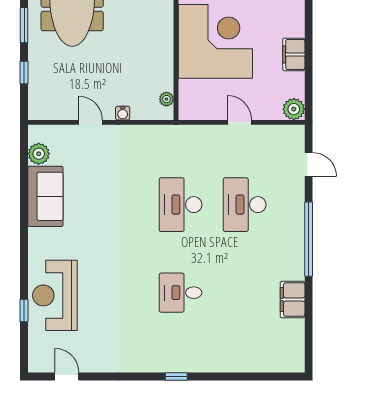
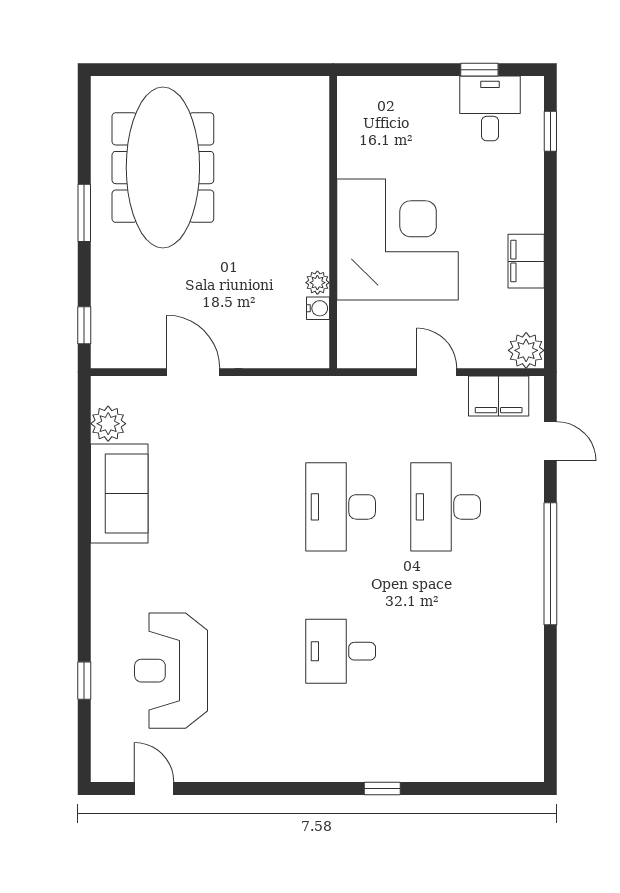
window: (24, 72) -> (84, 325), moved
plant: (166, 99) -> (317, 283), moved
water cooler: (123, 113) -> (318, 308), moved, turned -90
door: (91, 122) -> (193, 372), width x1.38
reception desk: (55, 295) -> (171, 671), moved
filing cabinet: (293, 300) -> (499, 396), moved, turned -90
window: (176, 376) -> (382, 788), moved

